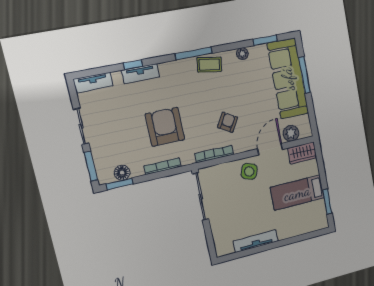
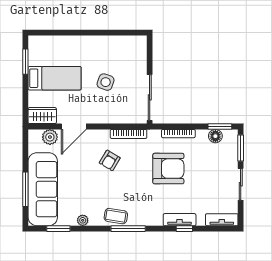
armchair: (165, 127) -> (168, 169), turned -90
side table: (249, 171) -> (106, 82), moved
tv unit: (256, 241) -> (106, 41), removed

